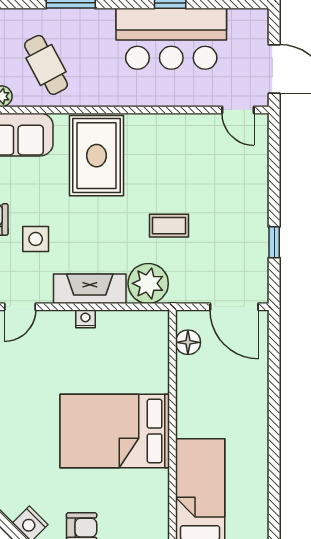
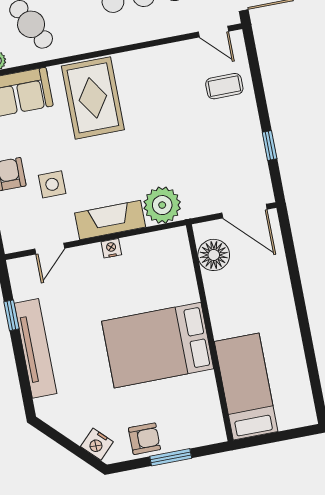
coffee table: (169, 226) -> (224, 86), moved
floor lamp: (188, 342) -> (214, 255), width x1.38, depth x1.38

